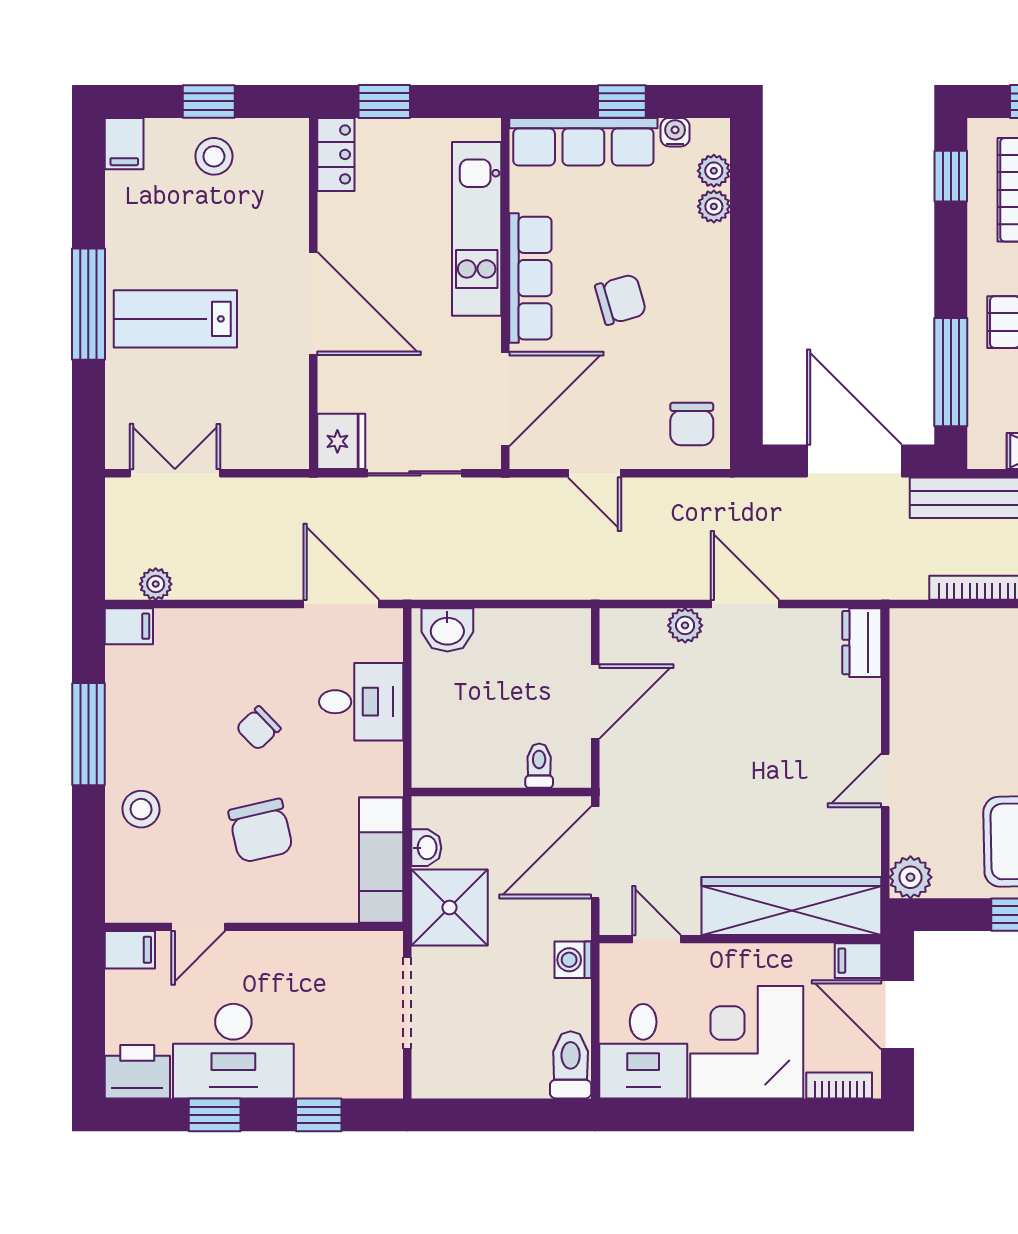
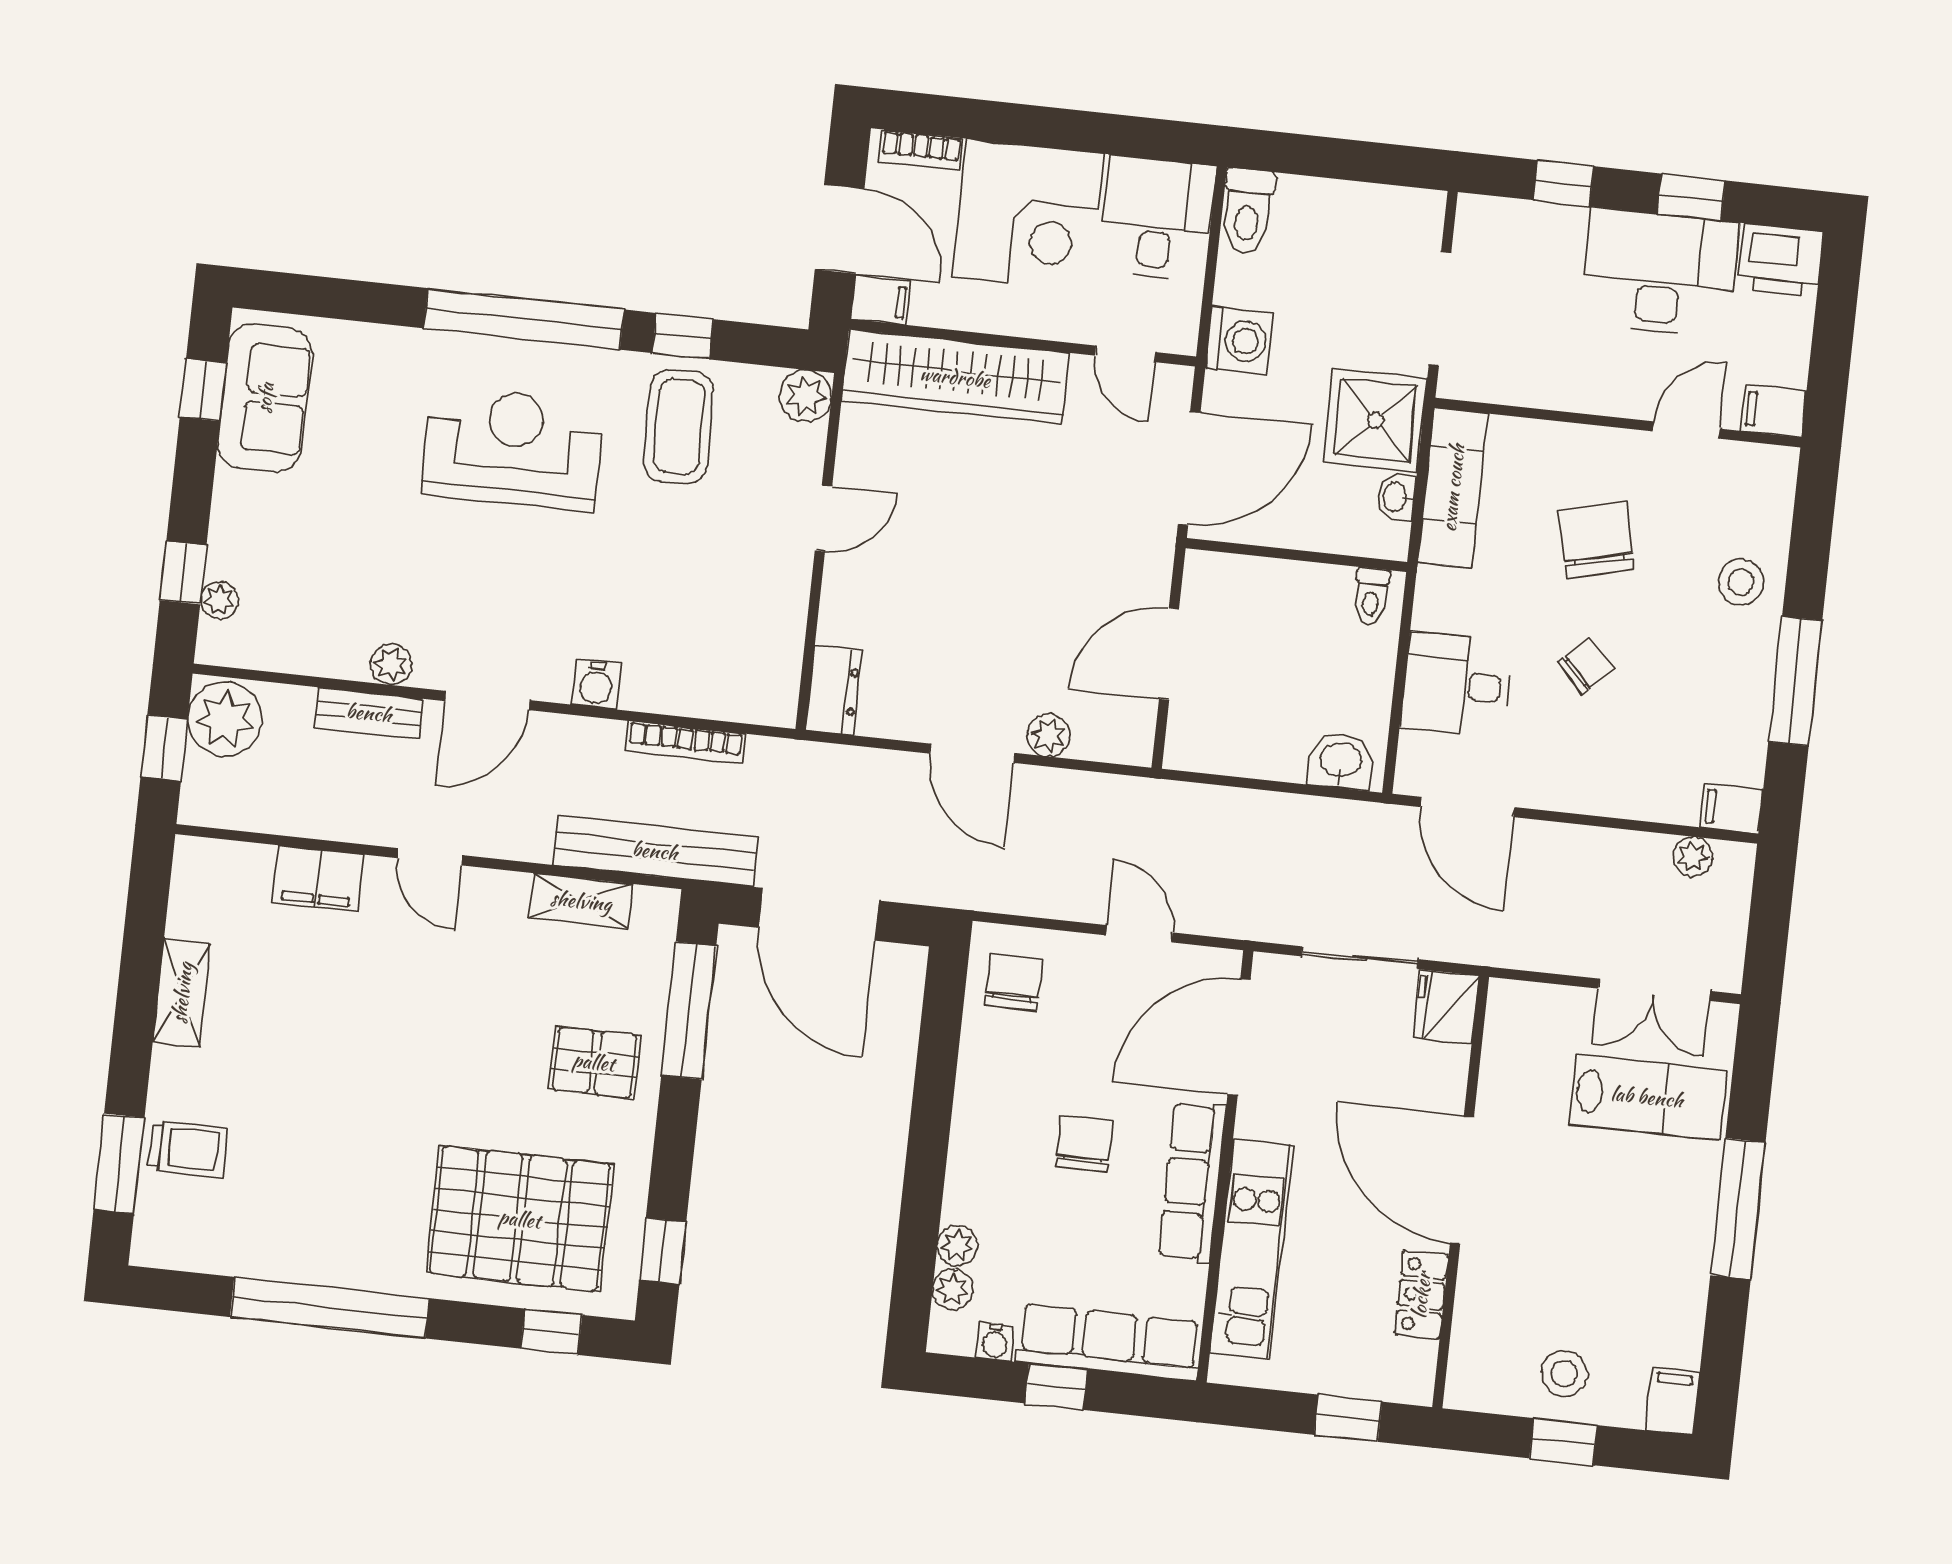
locker: (336, 154) -> (1421, 1295), moved
chair: (621, 299) -> (1084, 1144), turned 106
lab bench: (175, 319) -> (1647, 1097), moved
toilet: (539, 766) -> (1371, 596), moved
washing machine: (573, 960) -> (1239, 341), width x1.38, depth x1.38

